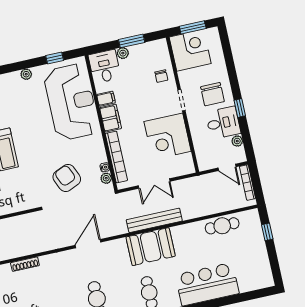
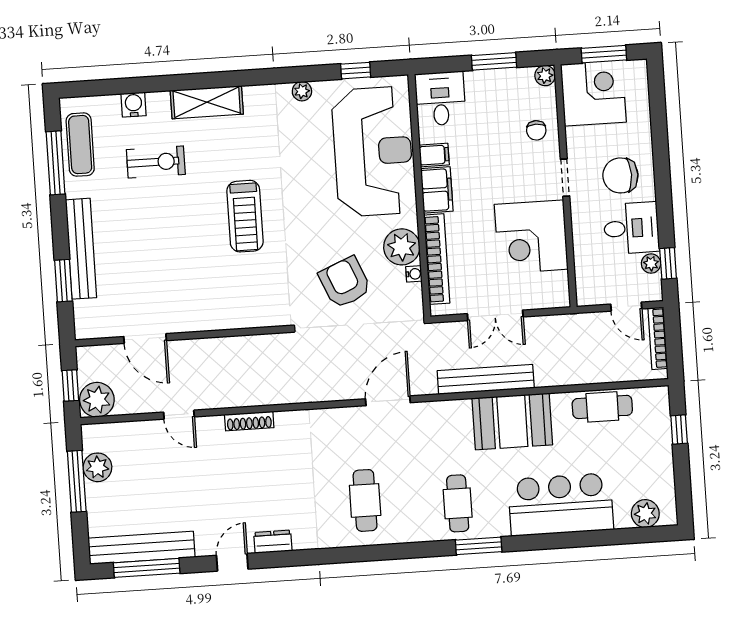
plant: (123, 53) -> (545, 76), moved
chair: (212, 94) -> (620, 175), turned 90
window: (240, 108) -> (668, 263), moved
plant: (106, 178) -> (402, 247), moved, width x1.88, depth x1.88
door: (88, 244) -> (388, 401), moved
booth: (151, 247) -> (512, 421), moved
plant: (255, 282) -> (645, 514), added

